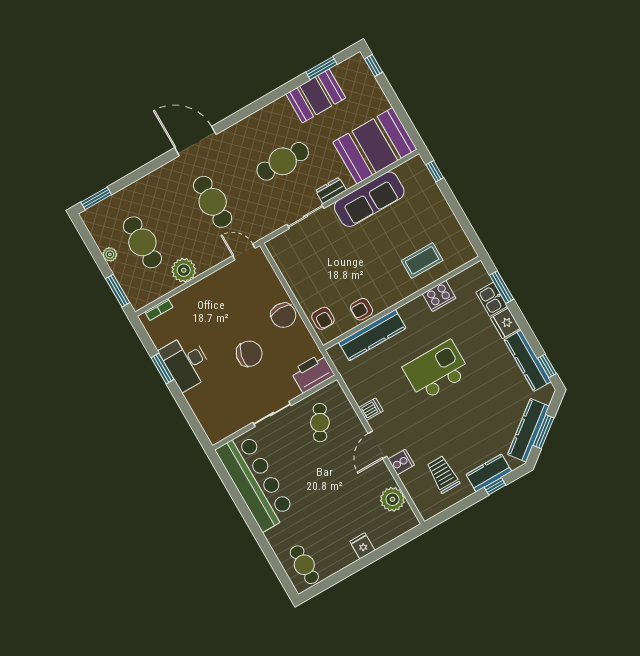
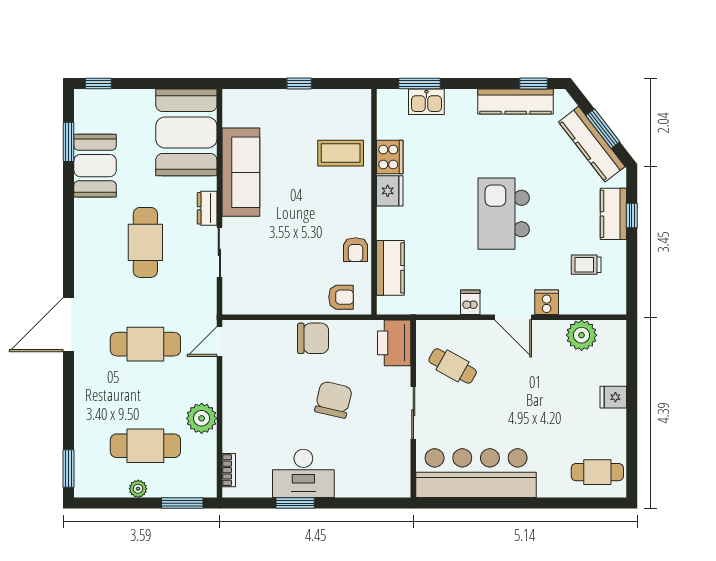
window: (435, 171) -> (299, 84), moved
coffee table: (422, 260) -> (341, 153), turned 90
fridge: (505, 323) -> (390, 191), moved, turned -90
kitchen counter: (372, 335) -> (390, 268), width x0.67
kitchen island: (436, 370) -> (504, 214), moved
trolley: (443, 474) -> (586, 265), width x0.73, depth x0.72

